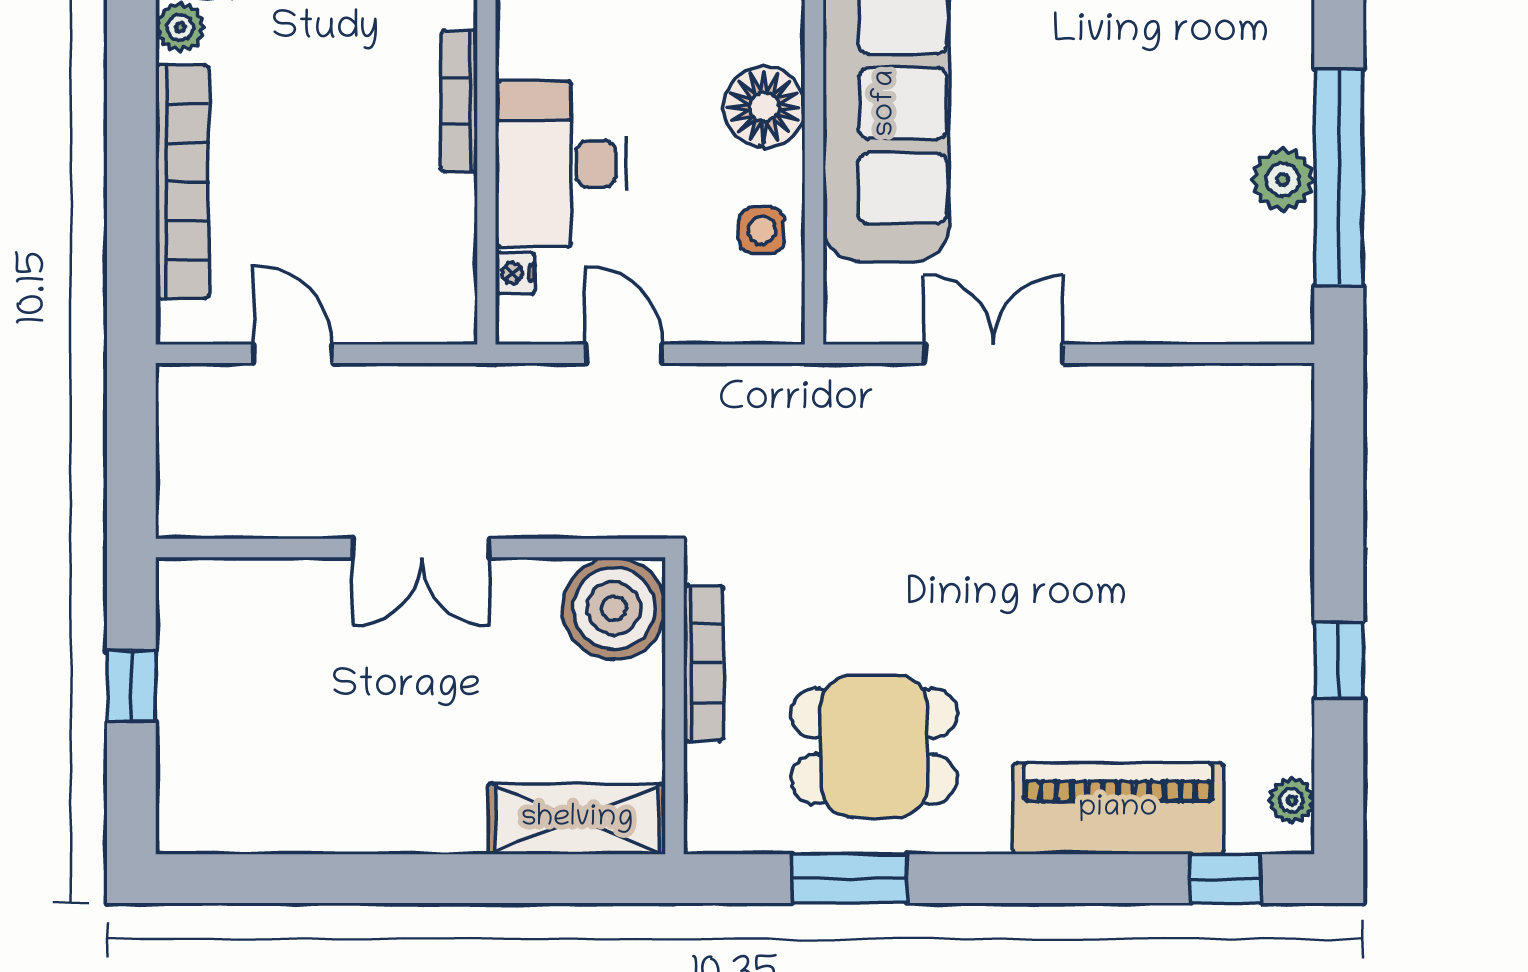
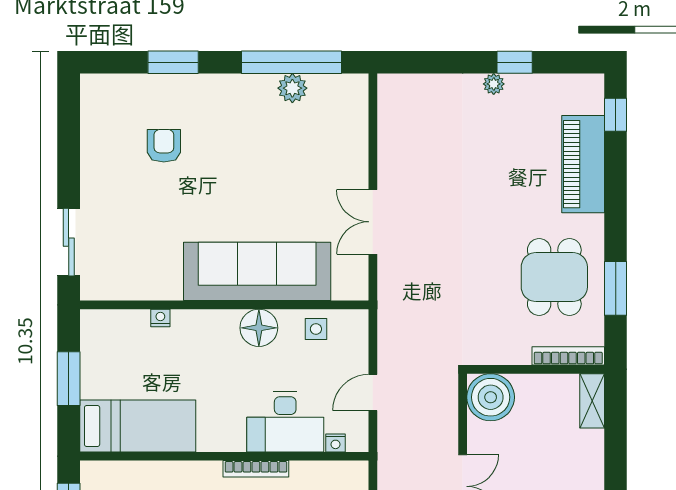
bookcase: (704, 663) -> (568, 356), moved
plant: (1292, 800) -> (494, 84), moved
shelving: (577, 819) -> (592, 401), width x0.67, depth x0.75

